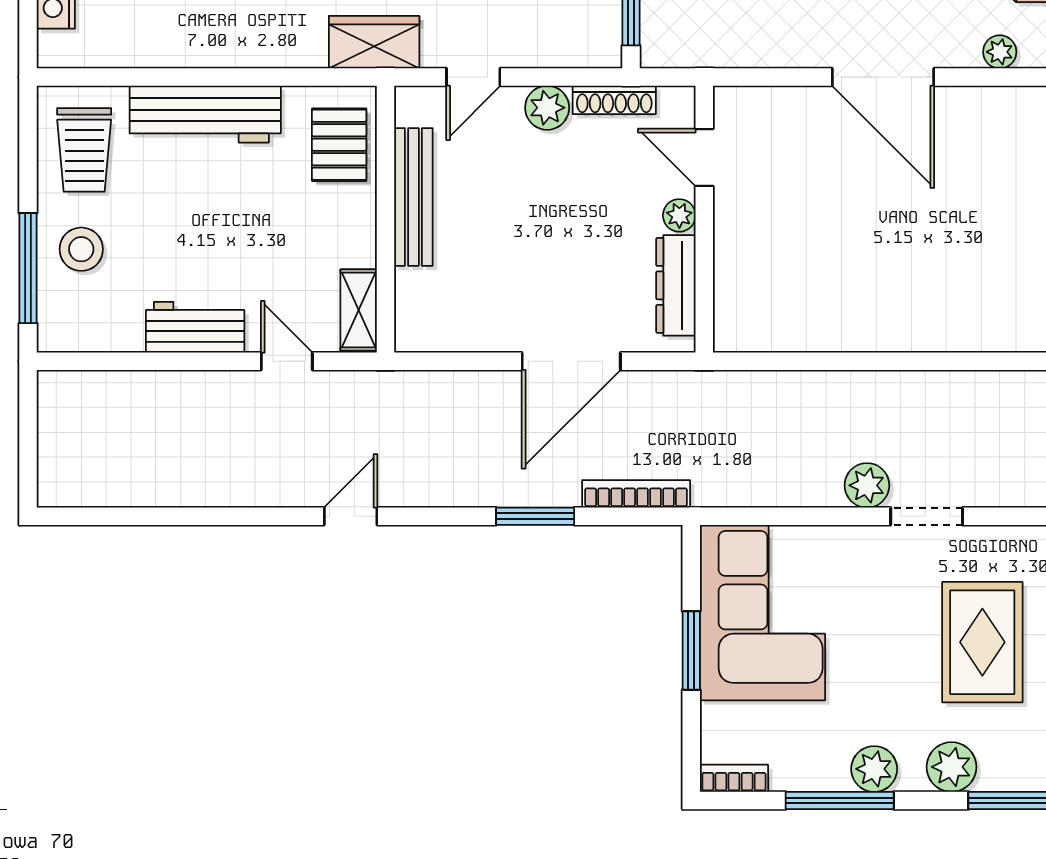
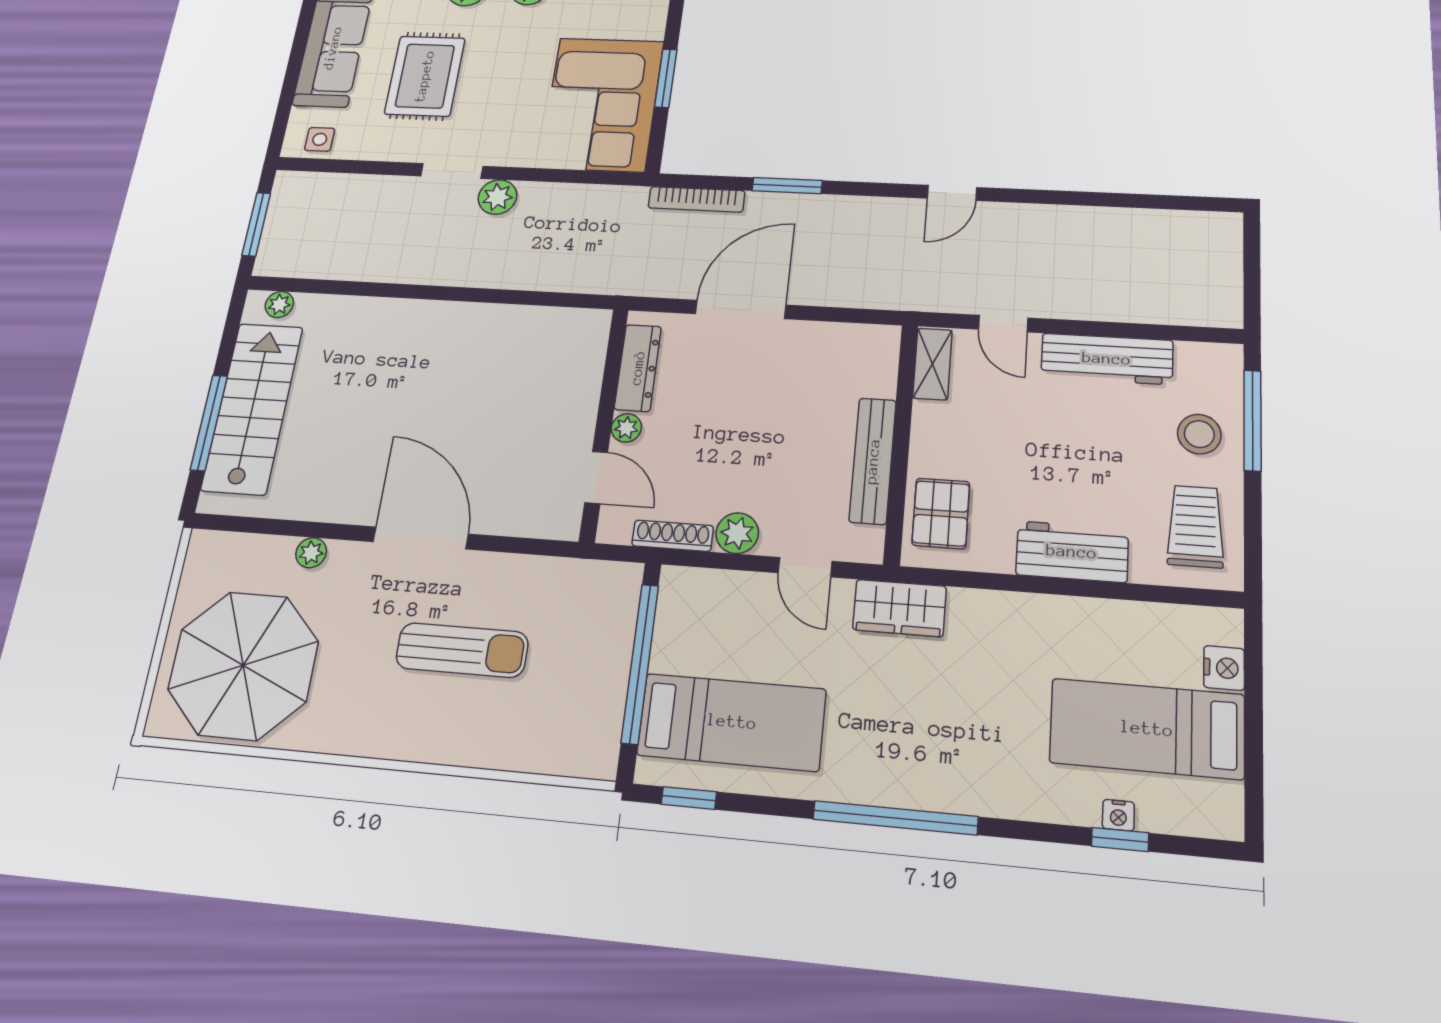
door: (473, 77) -> (805, 567), swing flipped
workbench: (205, 114) -> (1072, 552), width x0.73
workbench: (195, 327) -> (1107, 359), width x1.38

